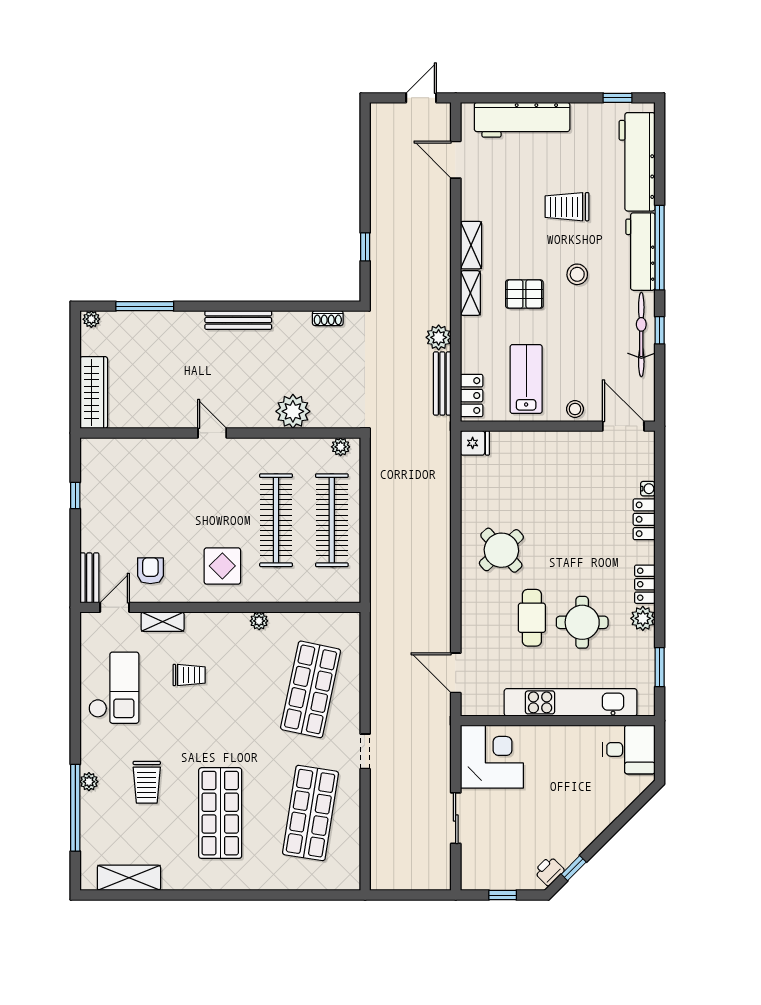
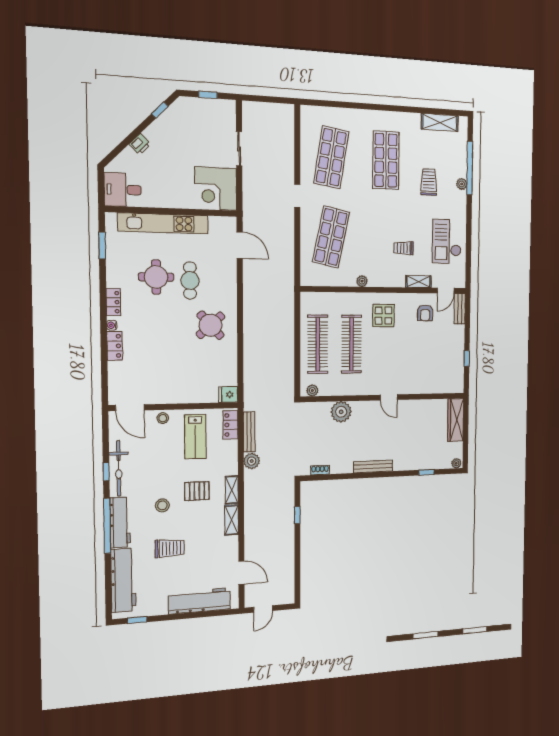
window: (145, 306) -> (426, 472), width x0.46
water cooler: (648, 489) -> (112, 325), moved
plant: (643, 618) -> (114, 279), removed
printer: (549, 871) -> (140, 144), moved

